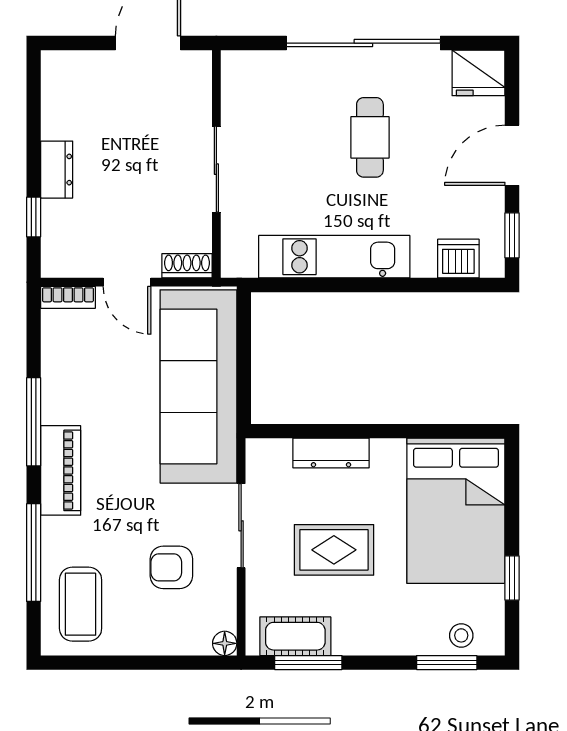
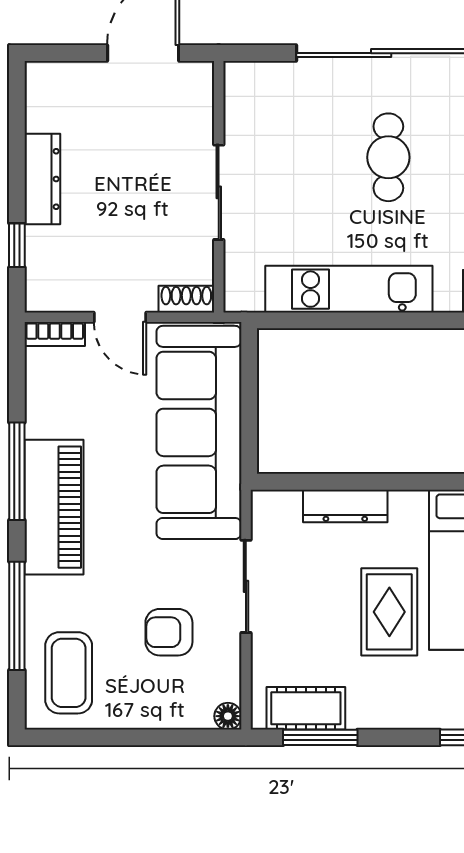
dresser: (57, 170) -> (42, 179), width x1.44
piano: (61, 470) -> (54, 507), width x1.37, depth x1.33
rug: (334, 550) -> (389, 612), moved, turned 90

